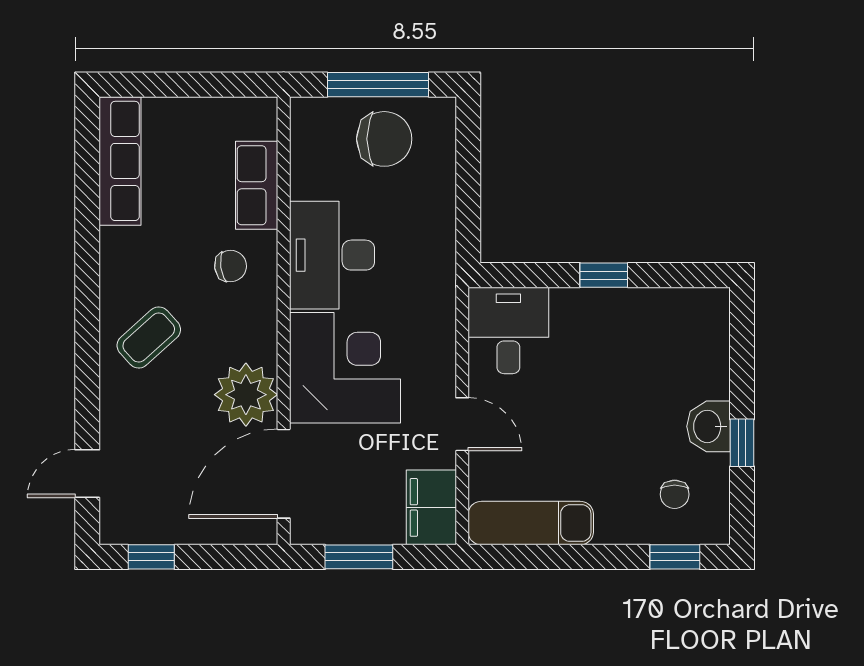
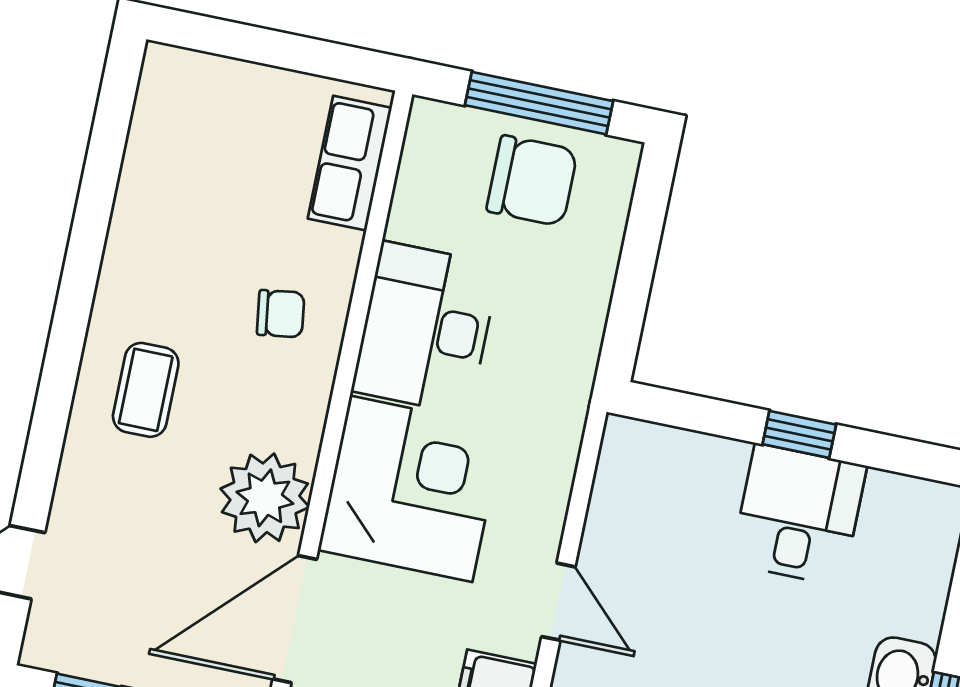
row of seats: (120, 161) -> (157, 135), removed
row of seats: (257, 185) -> (350, 163), moved
desk: (508, 330) -> (799, 515), moved
coffee table: (149, 337) -> (146, 390), turned -48

